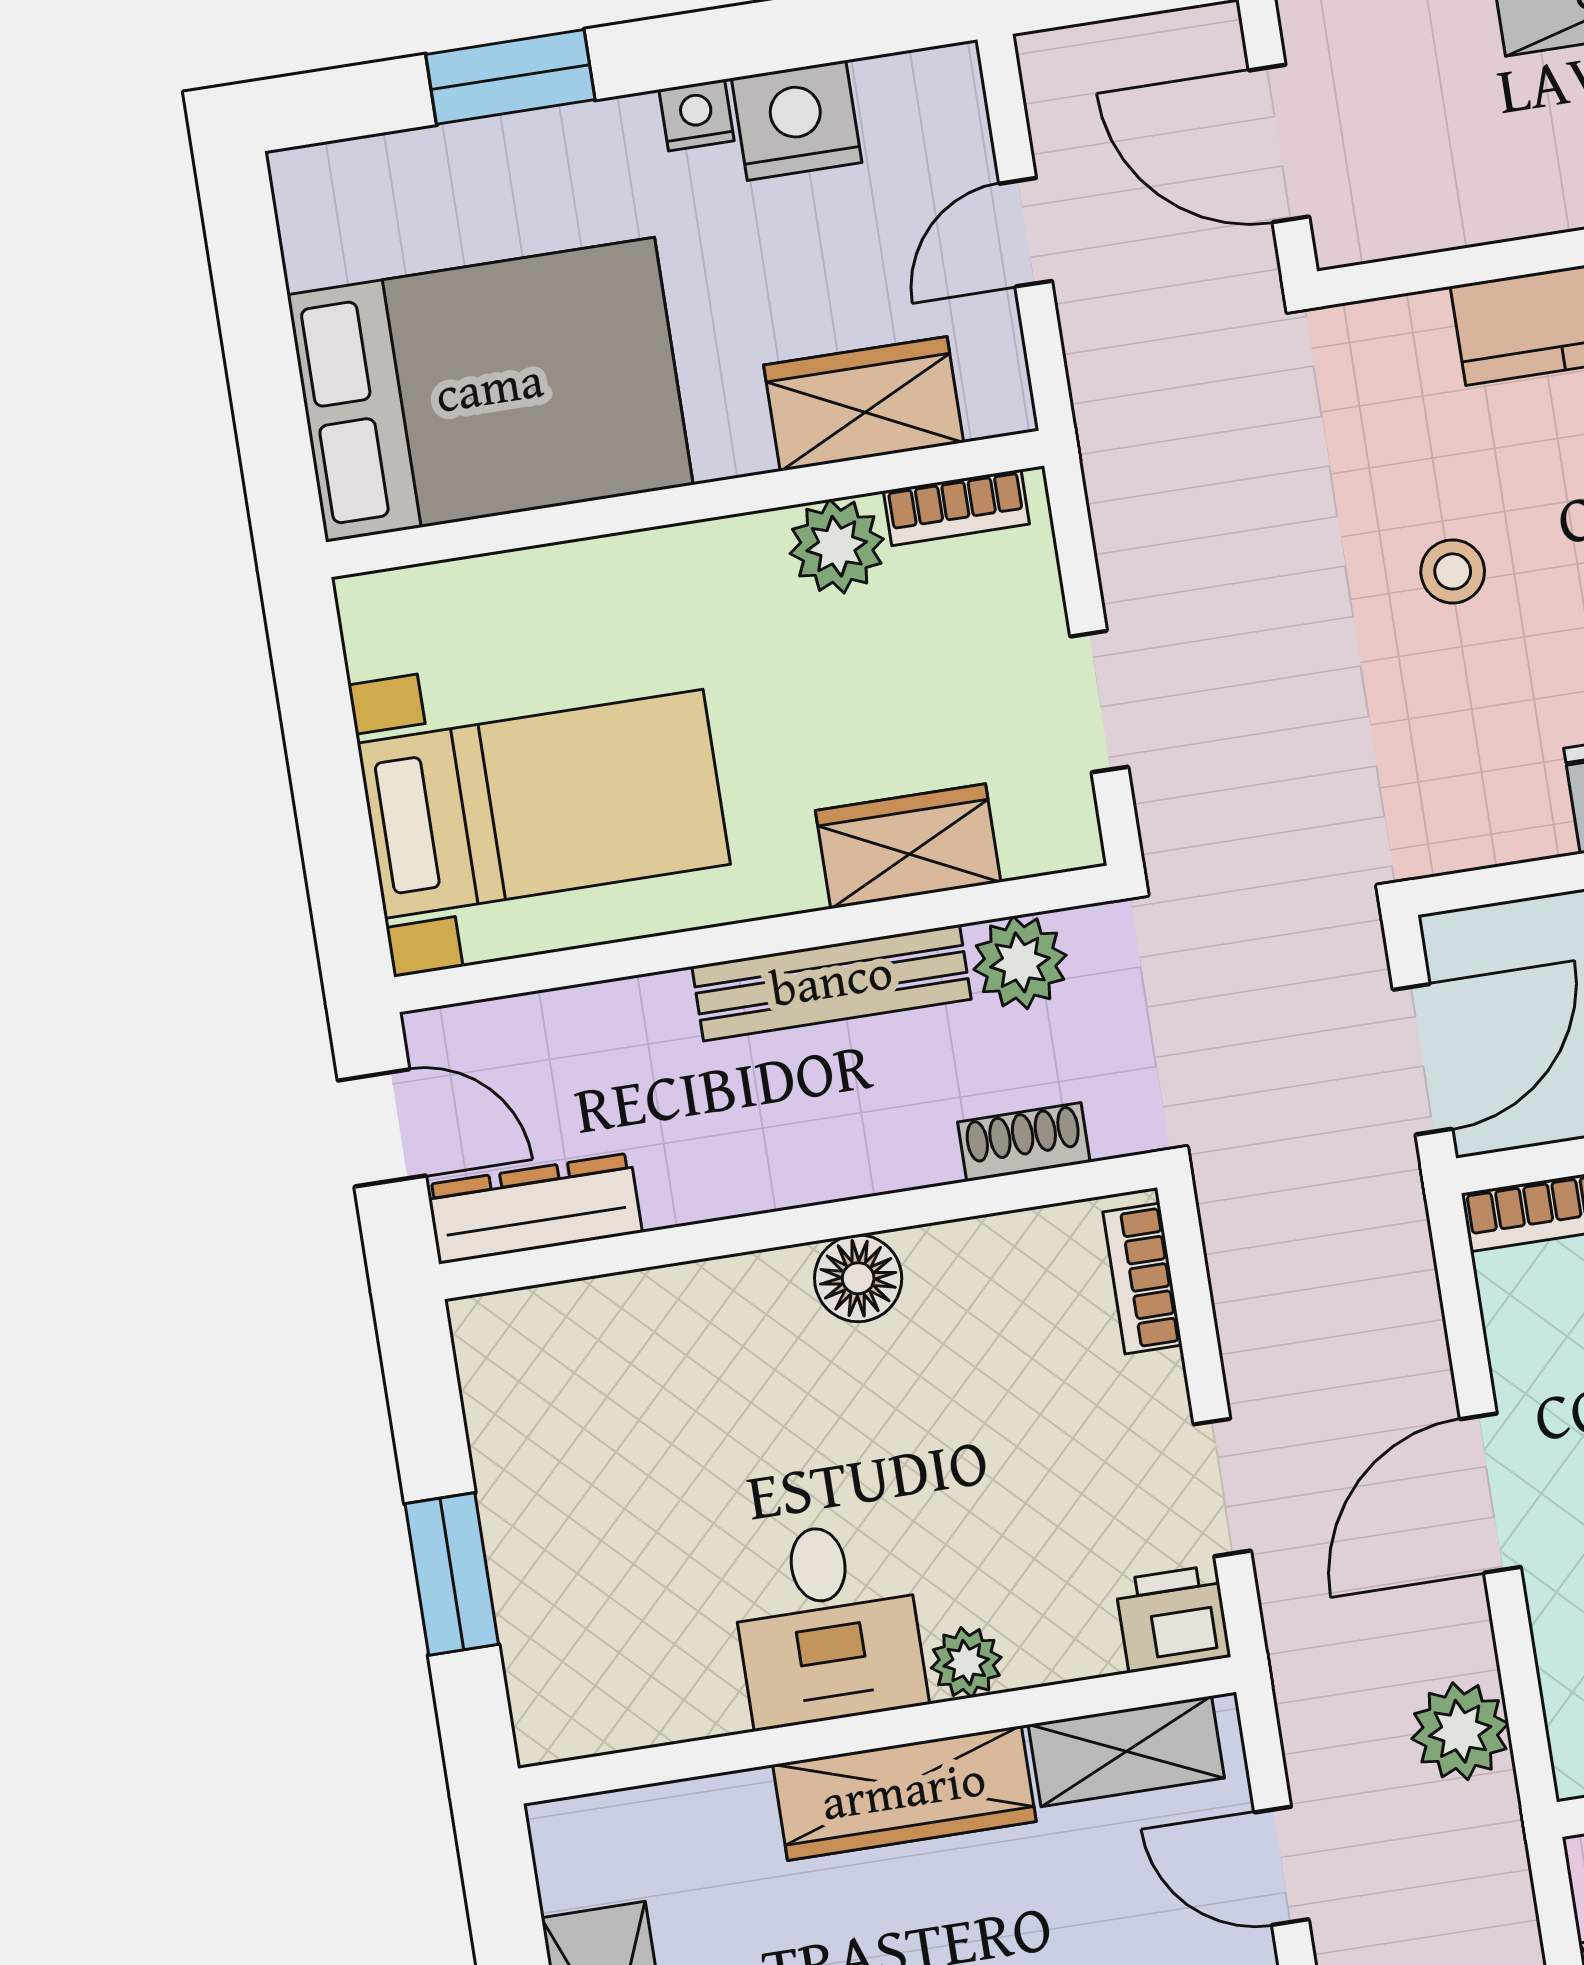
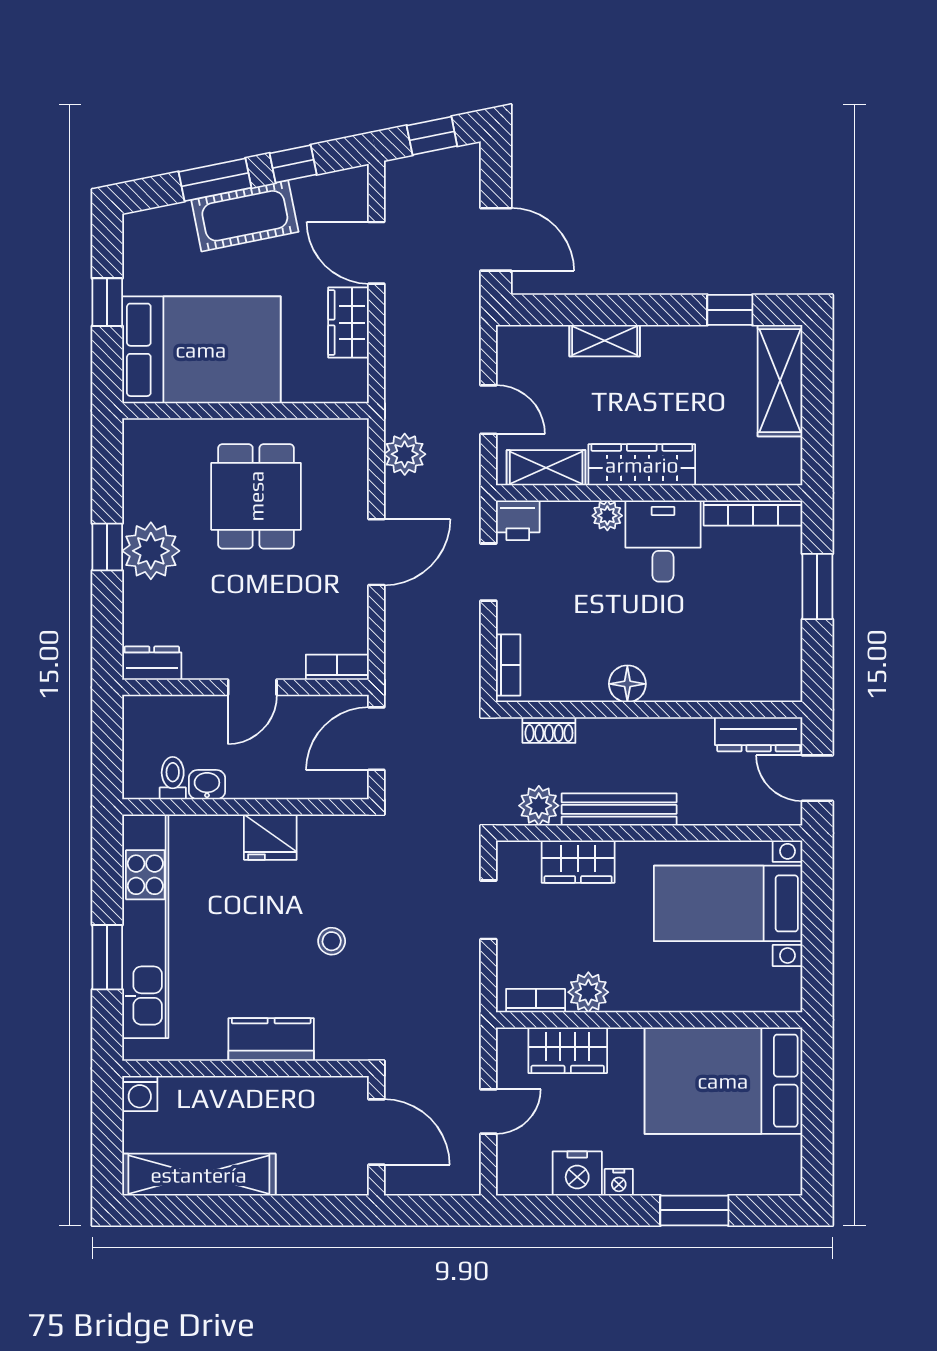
bookcase: (628, 1721) -> (753, 513), added

